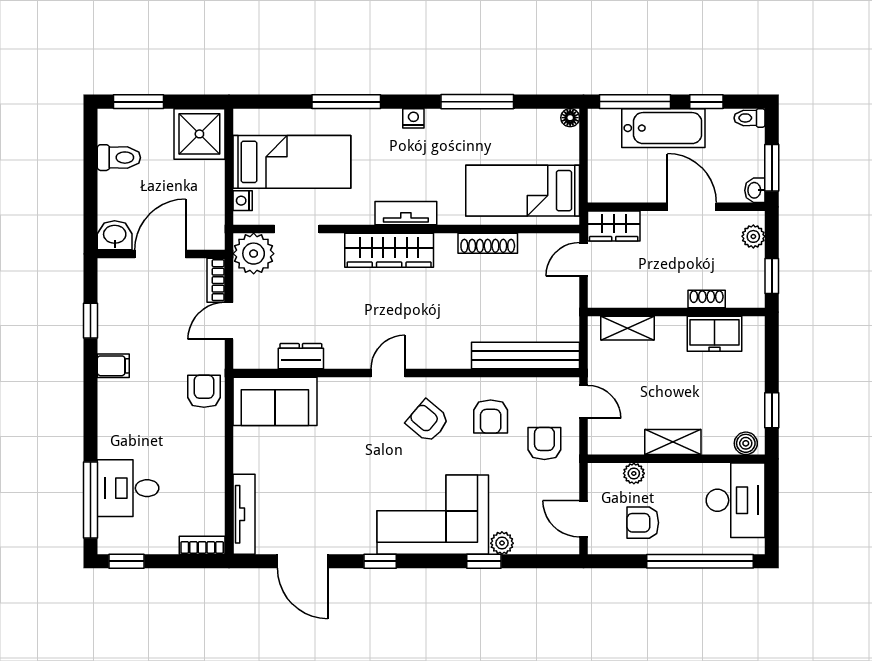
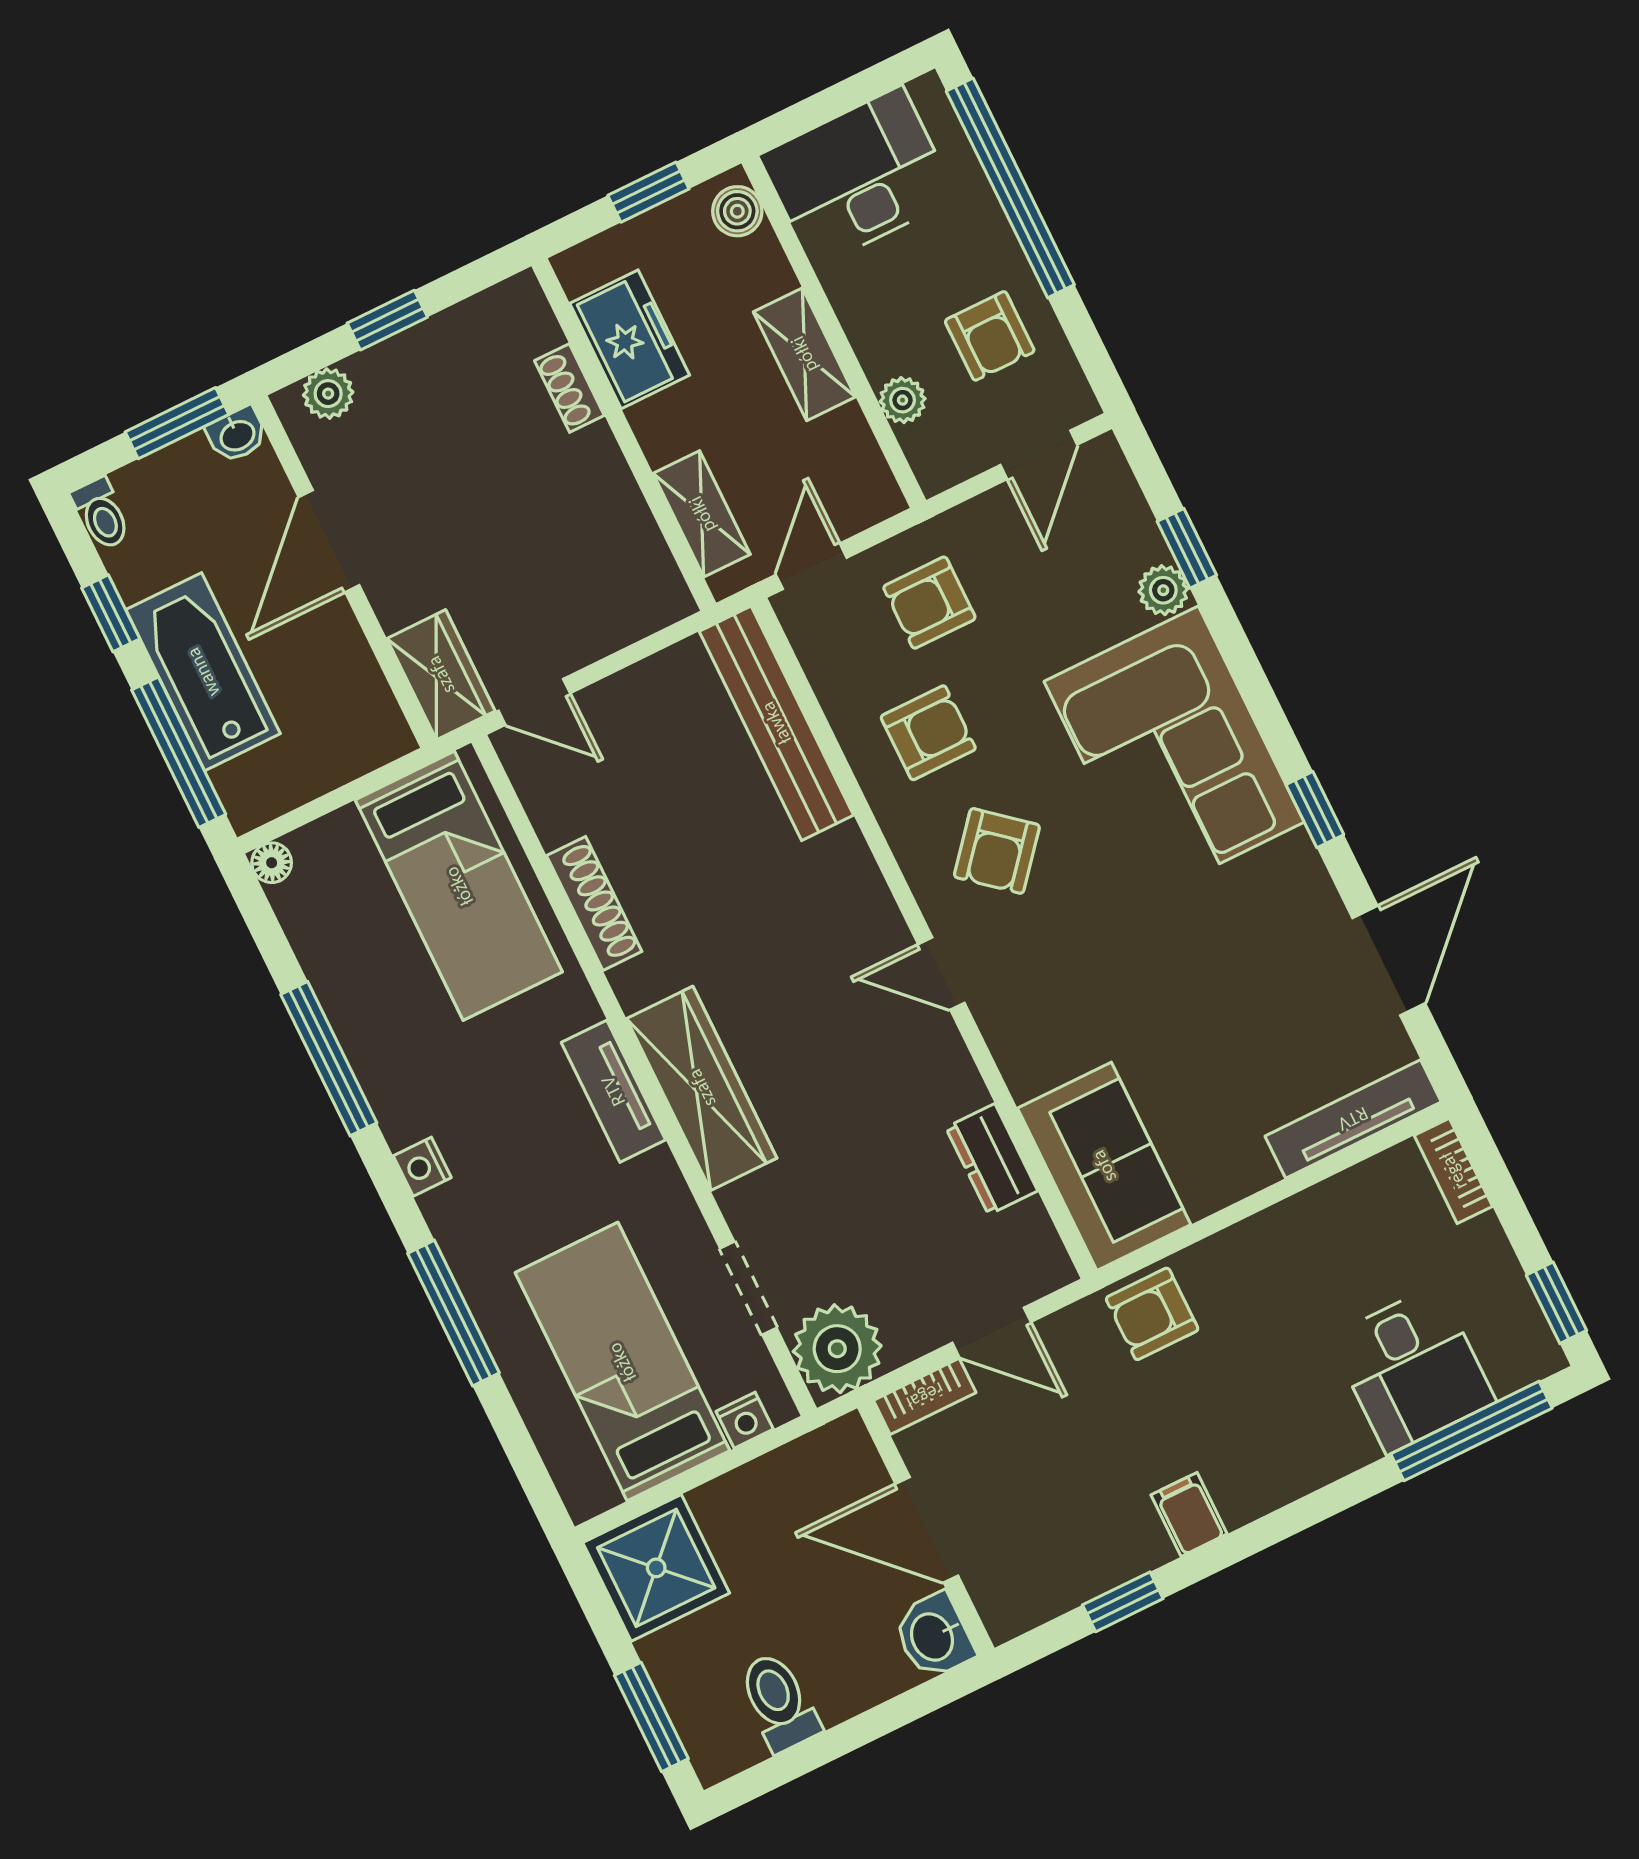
shoe rack: (707, 299) -> (569, 388), moved
wall: (676, 312) -> (624, 435), moved
shelving: (627, 328) -> (702, 514), moved
freezer: (715, 334) -> (630, 339), moved
window: (484, 561) -> (1187, 548), moved

